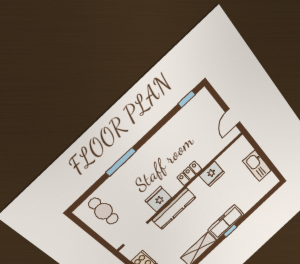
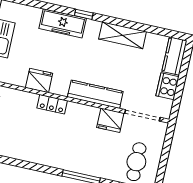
fridge: (158, 199) -> (110, 120), moved
freezer: (226, 222) -> (63, 23), moved

